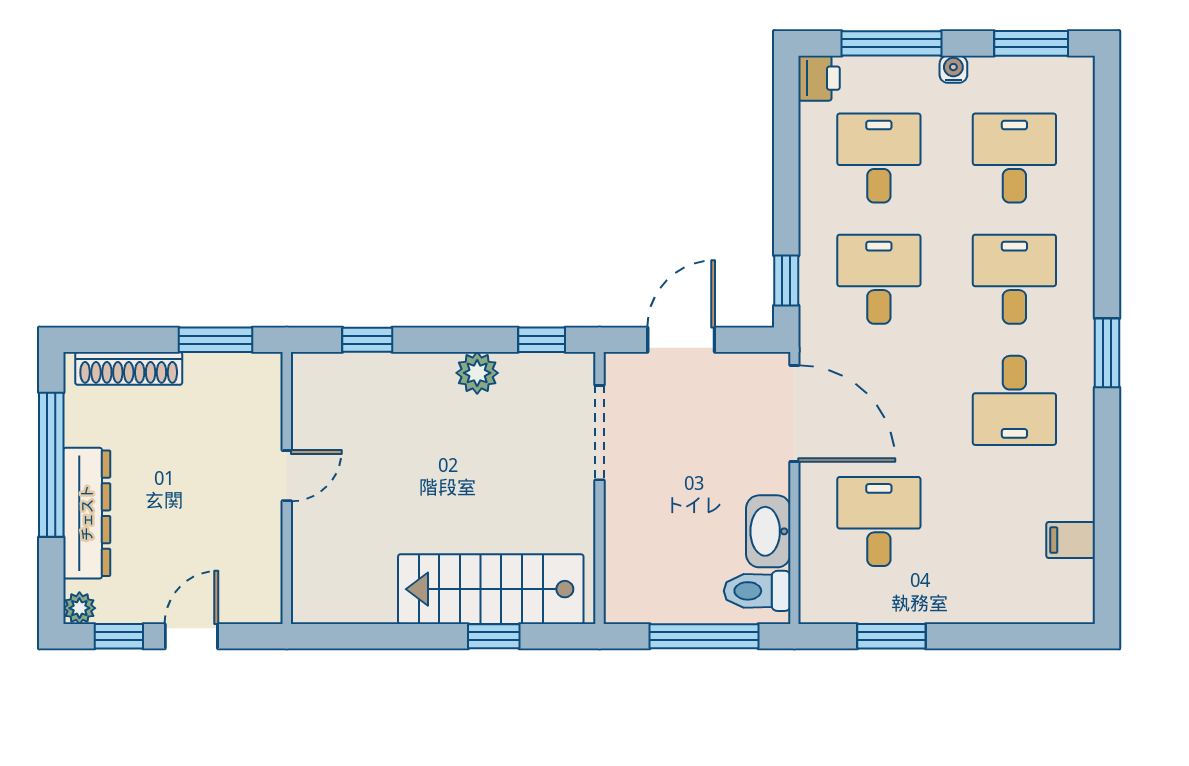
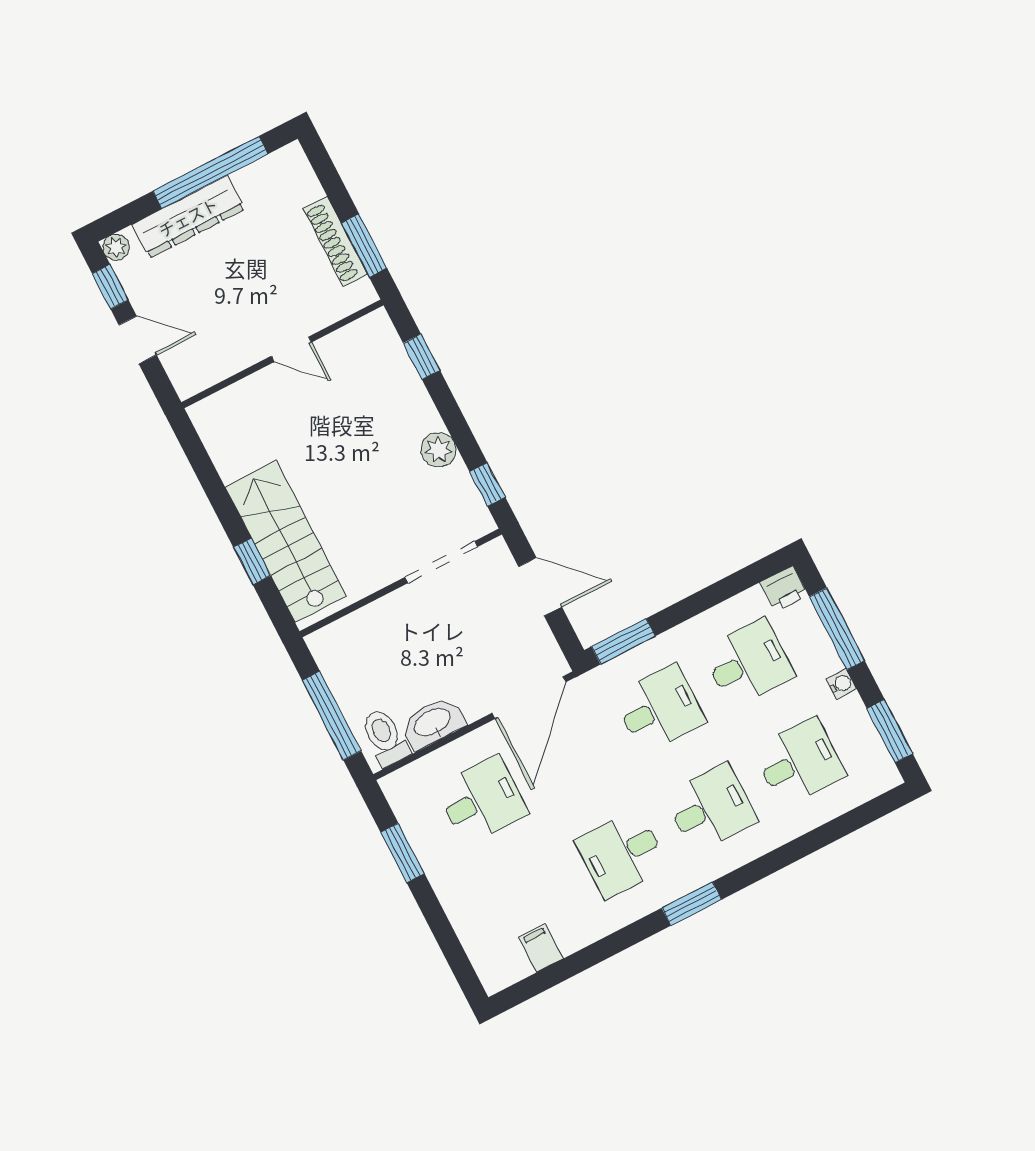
window: (786, 280) -> (623, 641), width x1.50
shoe rack: (129, 368) -> (335, 241), moved

